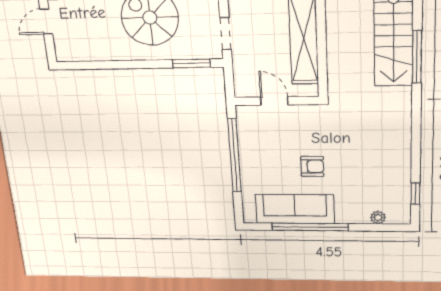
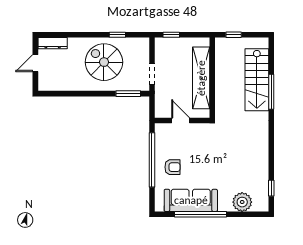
armchair: (312, 166) -> (172, 167), moved
plant: (378, 218) -> (242, 202), width x1.88, depth x1.88

